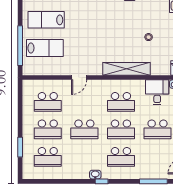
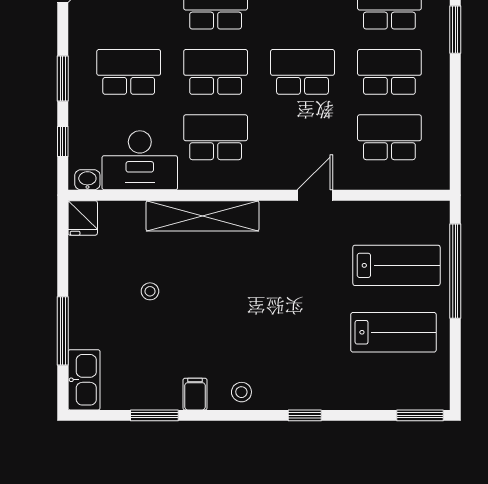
lab bench: (45, 48) -> (396, 265), turned 180
desk: (157, 92) -> (140, 160), width x1.37

